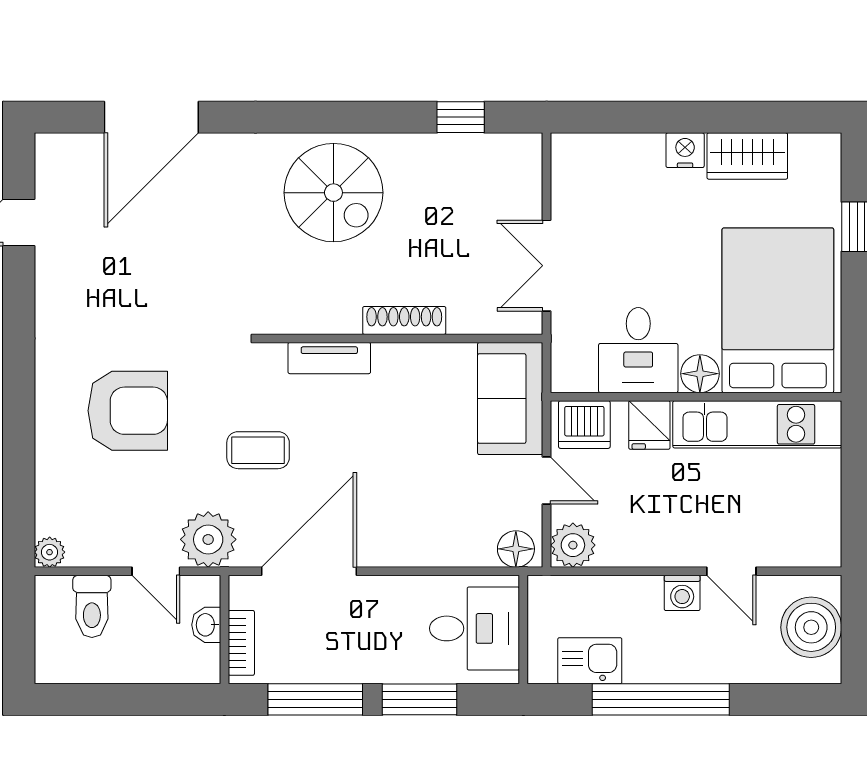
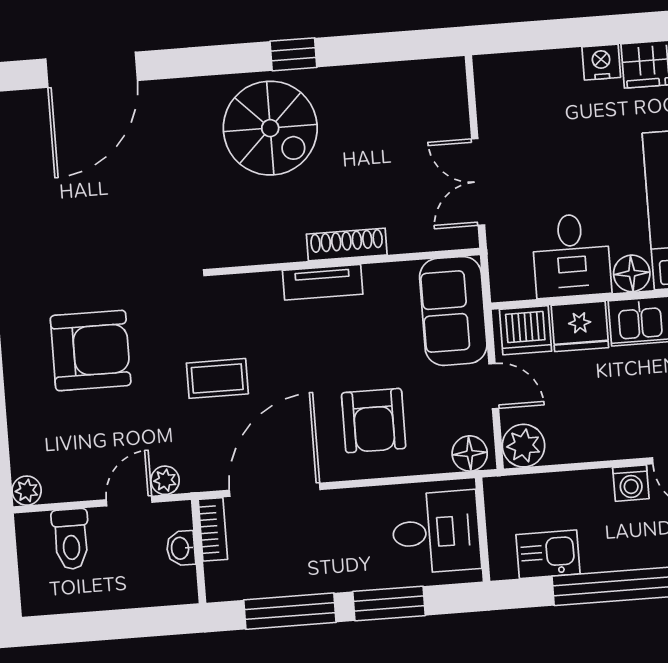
window: (461, 117) -> (293, 54), moved
tv unit: (329, 358) -> (323, 282), moved
fridge: (649, 425) -> (580, 326), width x1.38
armchair: (418, 507) -> (374, 421), added
plant: (208, 539) -> (165, 480), width x0.53, depth x0.53
door: (156, 571) -> (129, 501), swing flipped
bookcase: (241, 643) -> (213, 529), moved

